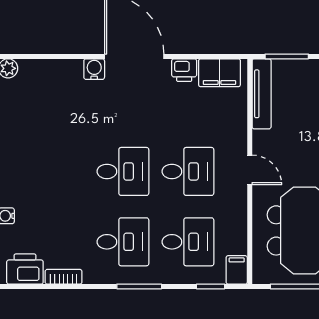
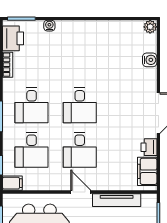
water cooler: (94, 69) -> (150, 60), moved
tv unit: (262, 94) -> (117, 200), moved
door: (250, 170) -> (81, 192), swing flipped

